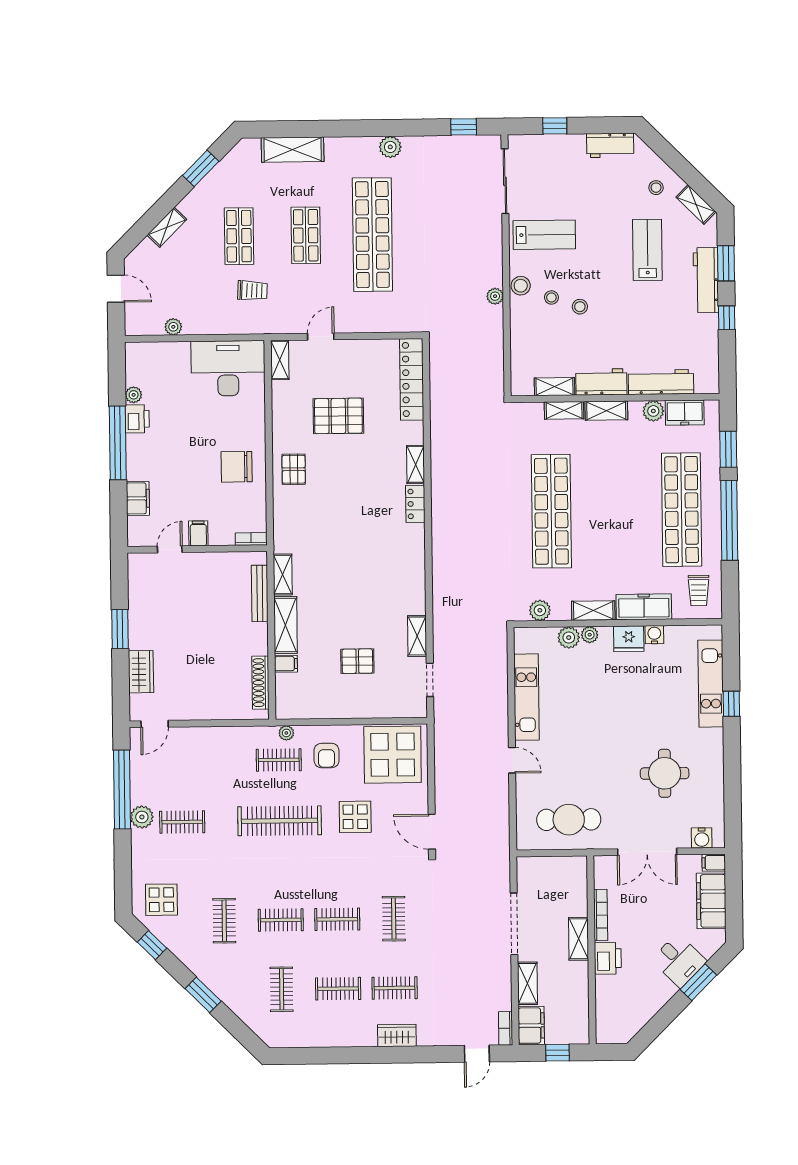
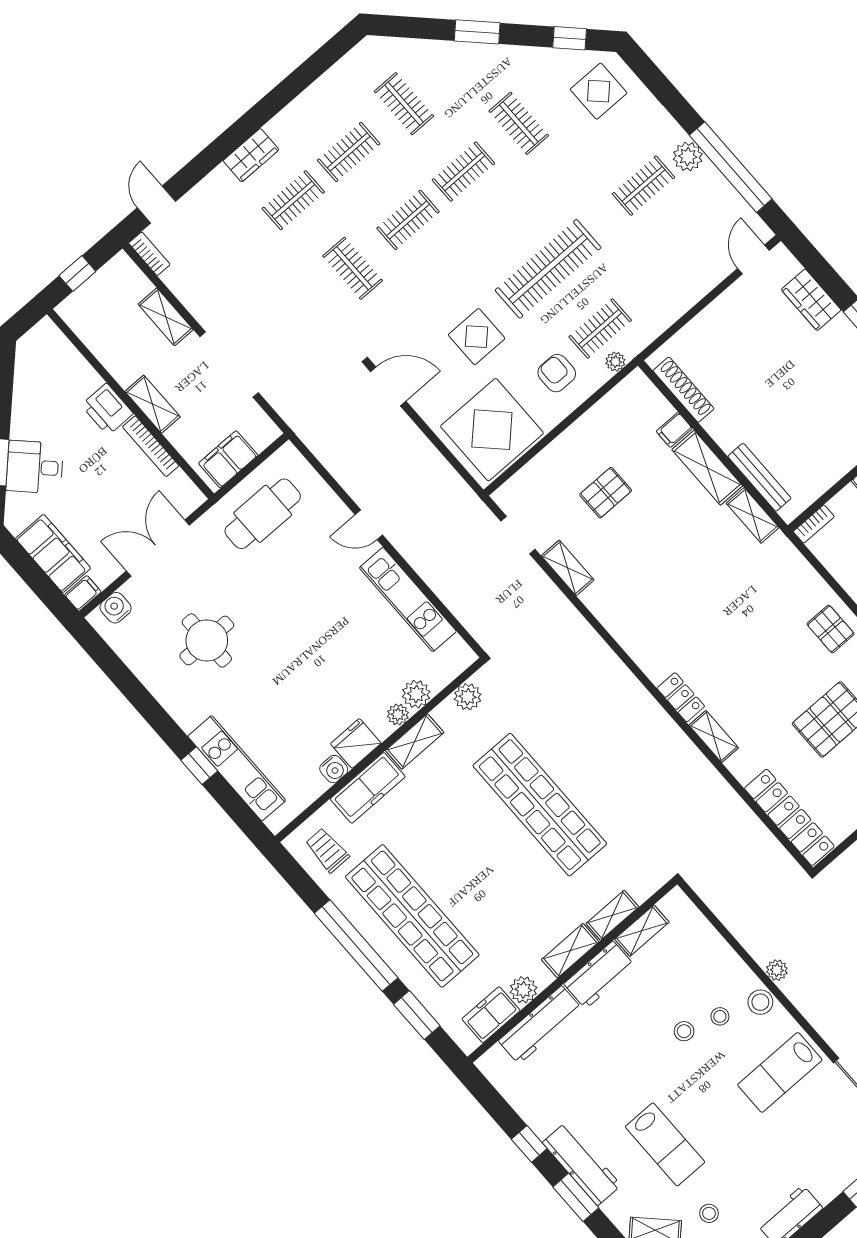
filing cabinet: (531, 1026) -> (228, 459), moved, turned 90

